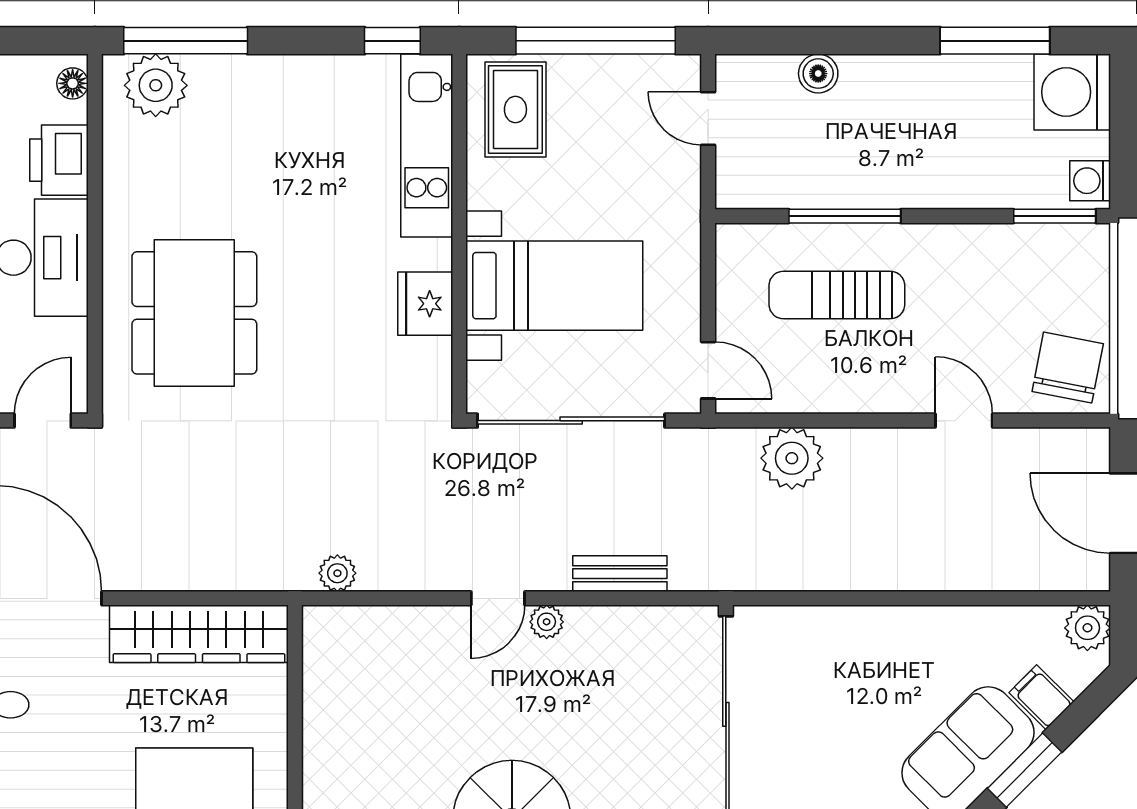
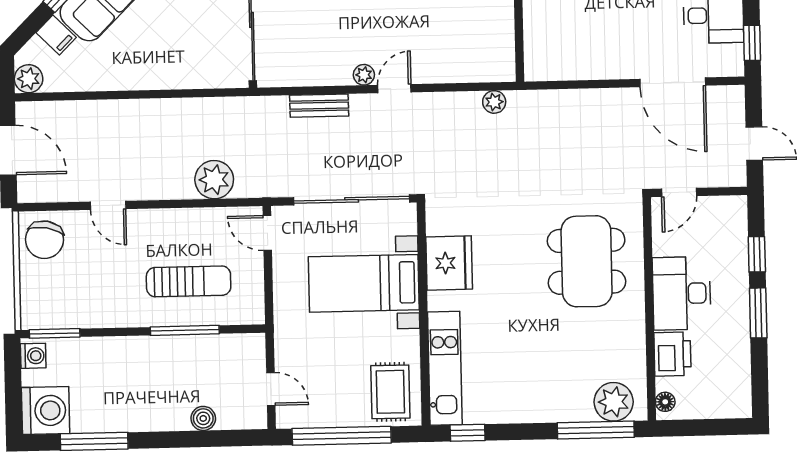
fridge: (425, 304) -> (449, 263), width x1.36, depth x1.34
wardrobe: (199, 634) -> (579, 62), removed

